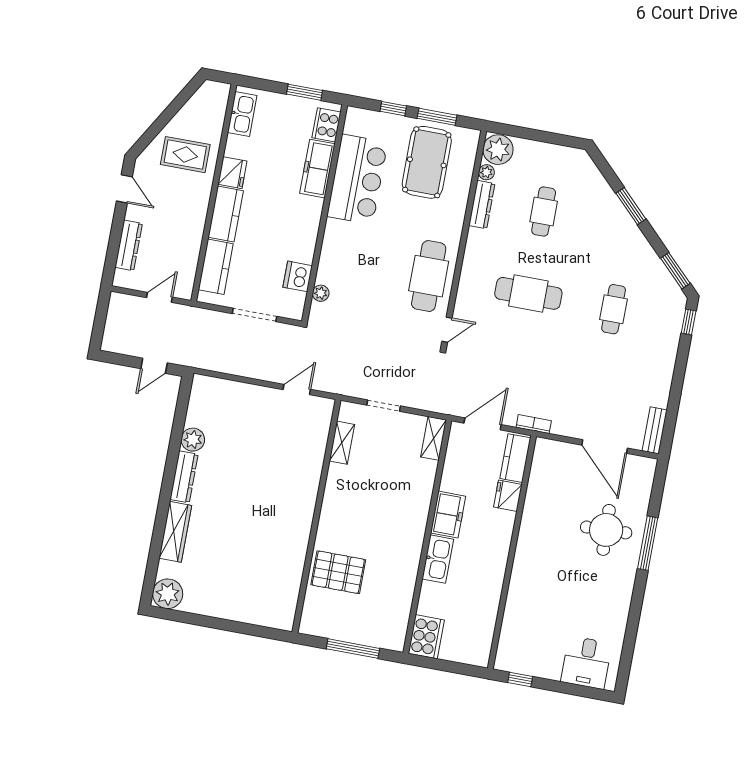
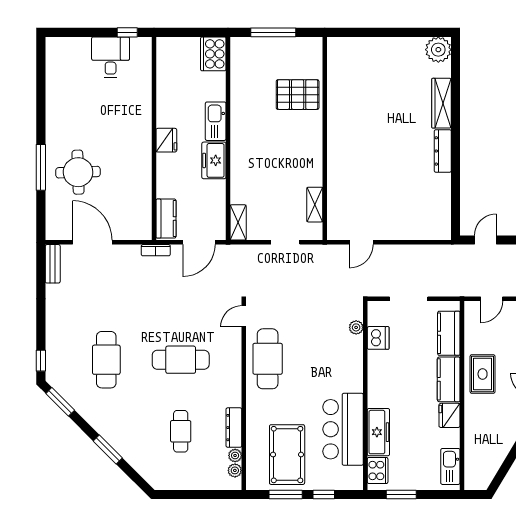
plant: (498, 150) -> (235, 470), width x0.53, depth x0.53
rug: (185, 155) -> (483, 374), moved, turned 90
cafe table: (614, 309) -> (106, 360), width x1.37, depth x1.35
plant: (193, 440) -> (441, 184), removed
fridge: (508, 496) -> (166, 140), moved
desk: (586, 663) -> (111, 57), moved

